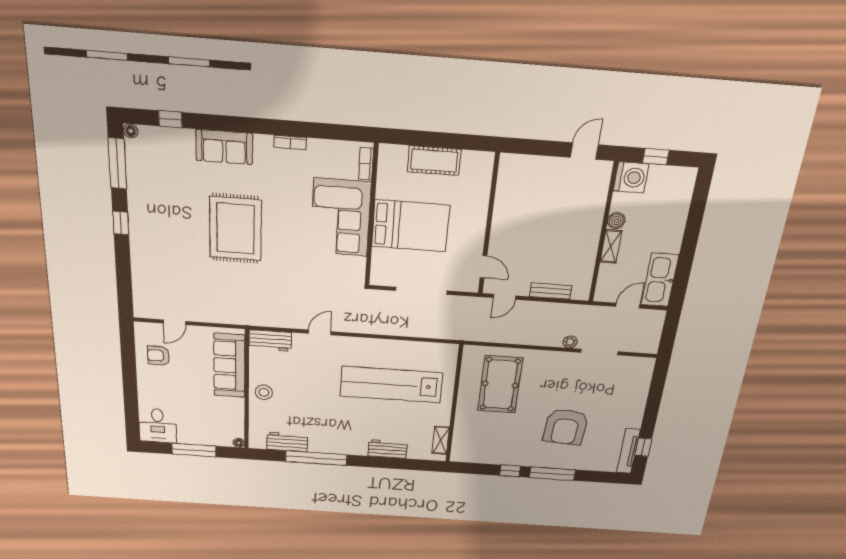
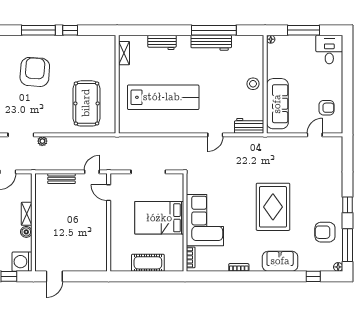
armchair: (154, 186) -> (325, 232), added
workbench: (287, 442) -> (211, 43), moved, width x1.38

